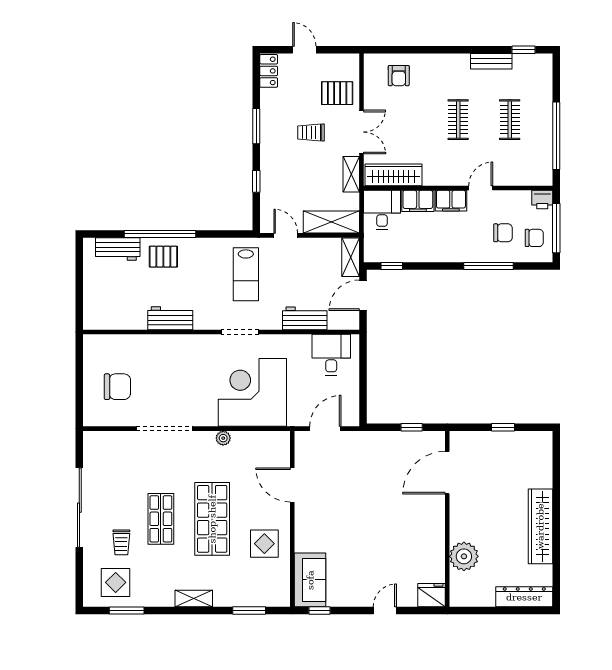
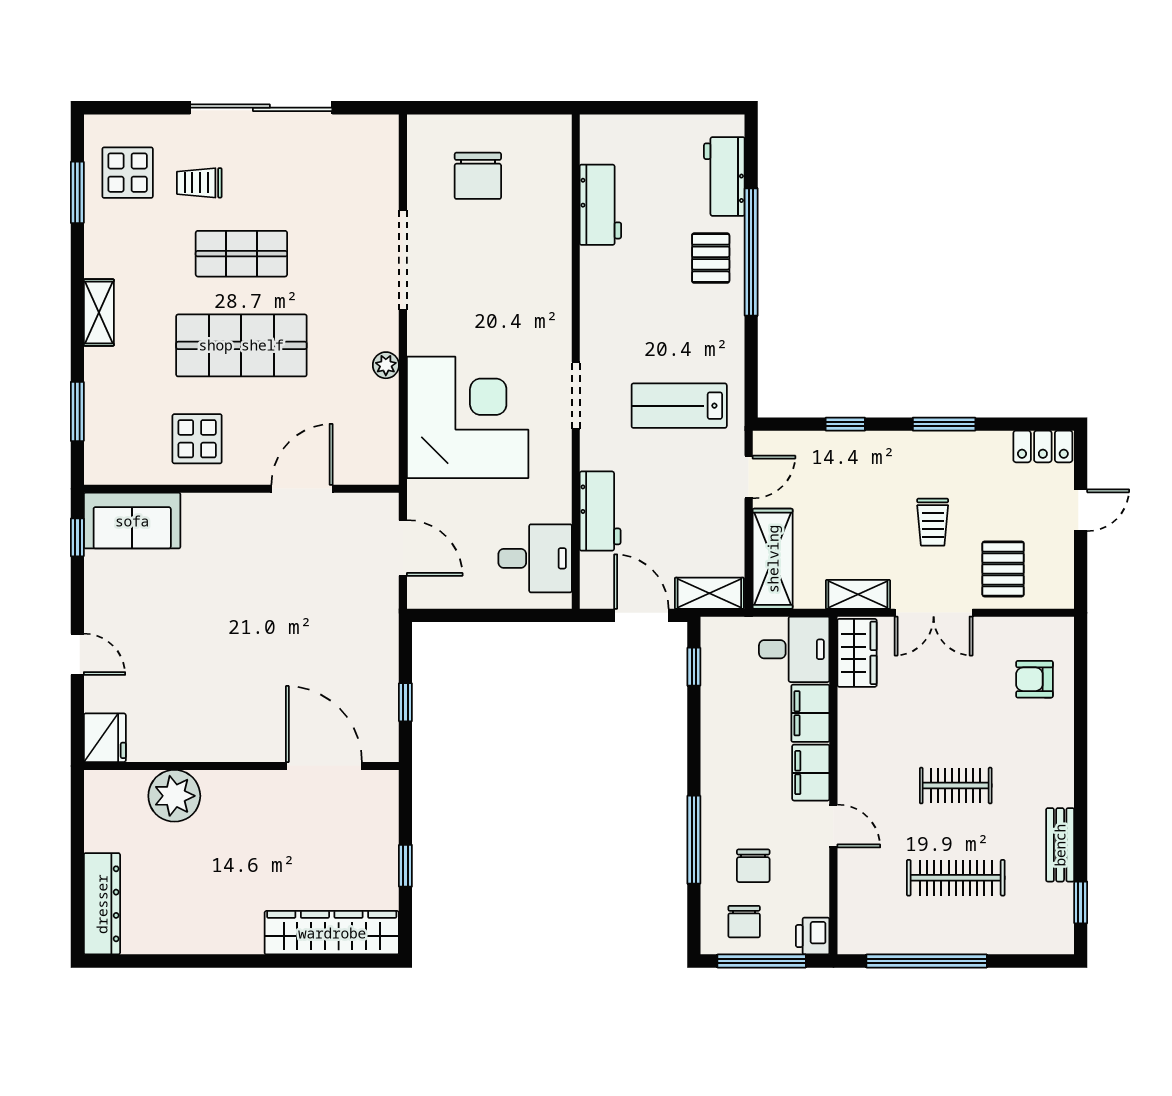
clothes rail: (510, 120) -> (956, 878), width x1.36
trolley: (311, 132) -> (933, 522), turned 180
wardrobe: (394, 175) -> (857, 653), width x0.67
workbench: (170, 318) -> (600, 205), moved
wardrobe: (540, 526) -> (332, 933), moved

